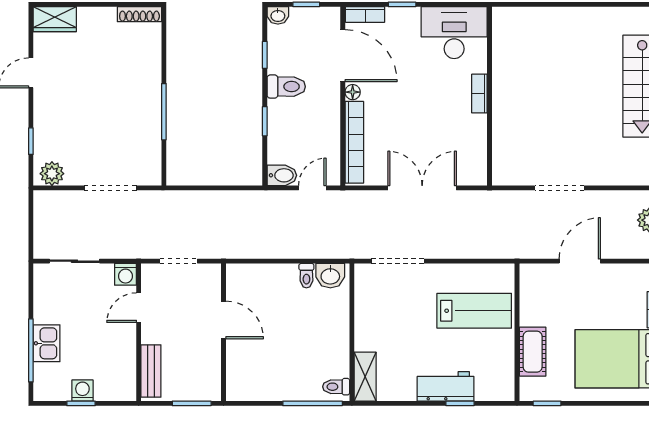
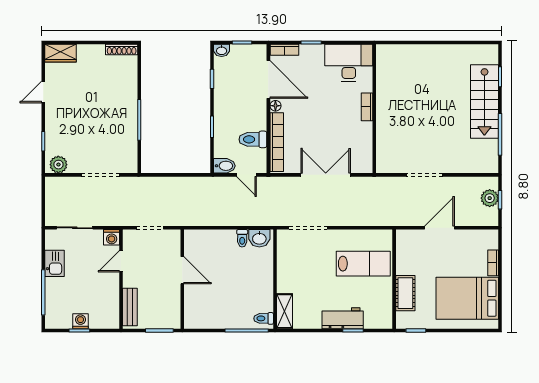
toilet: (286, 87) -> (253, 139), moved, turned 180
door: (312, 188) -> (246, 175), swing flipped
kitchen sink: (47, 343) -> (55, 263), moved

